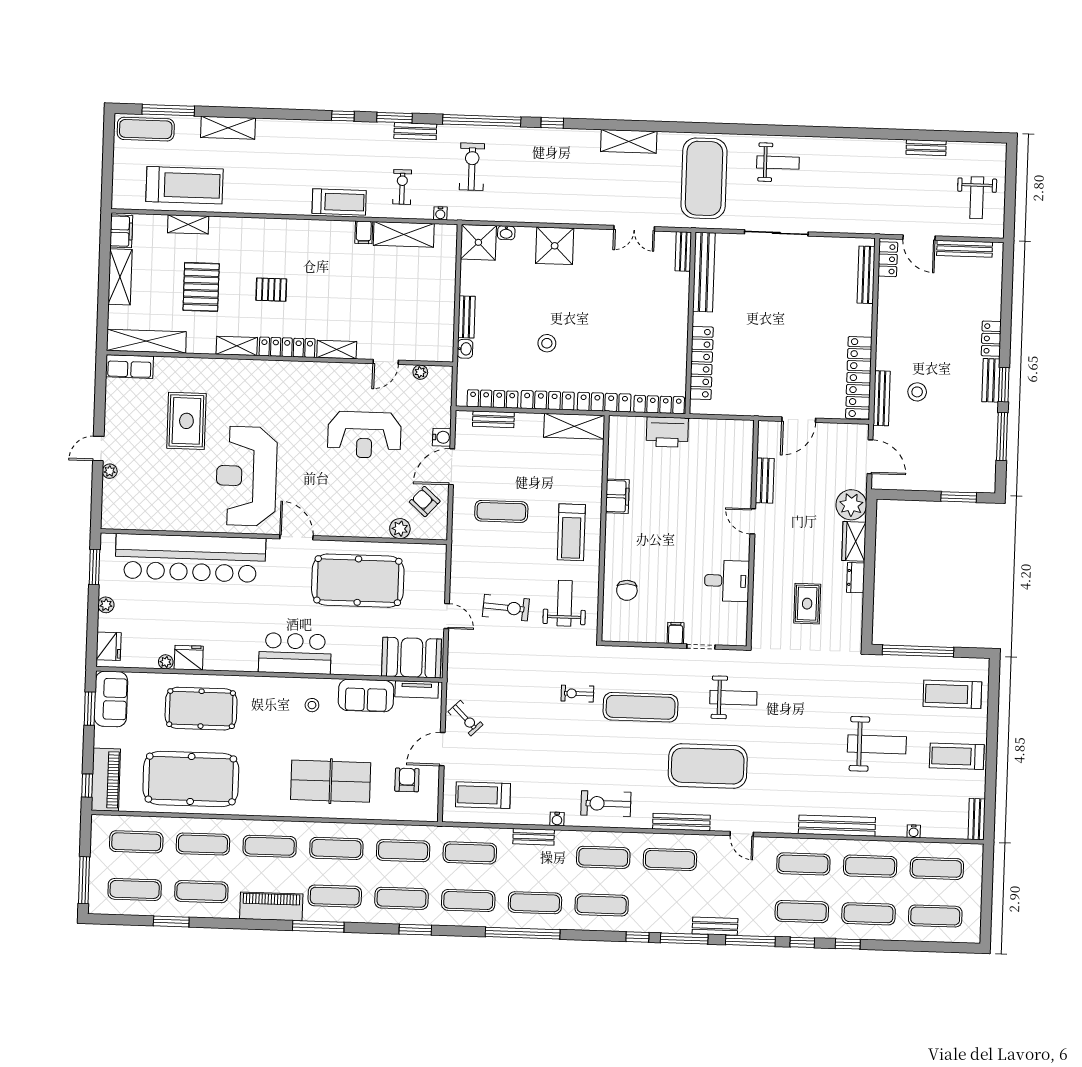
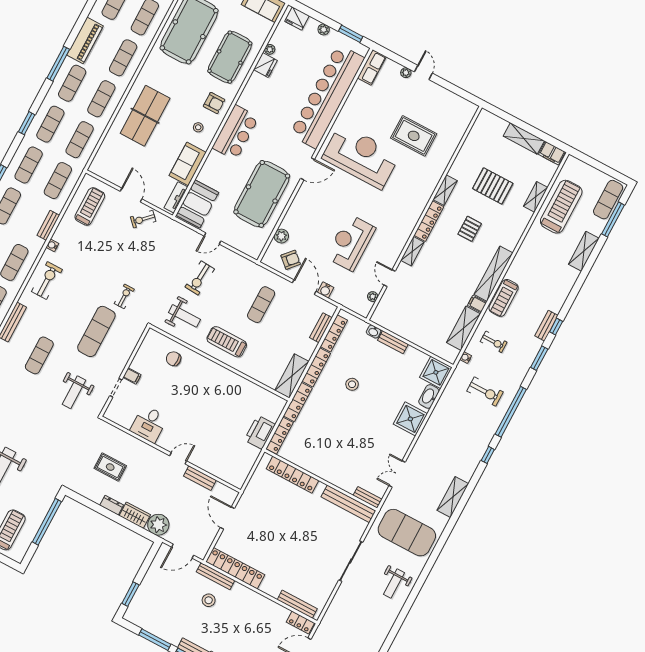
bench: (415, 131) -> (546, 326), moved
treadmill: (185, 185) -> (561, 207), turned 180
washbasin: (506, 233) -> (429, 396), width x1.91, depth x1.45
shelving: (146, 341) -> (494, 274), moved
row of seats: (129, 367) -> (372, 67), moved, turned 180
filing cabinet: (617, 496) -> (235, 381), removed
exercise mat: (708, 766) -> (39, 355), width x0.50, depth x0.69
armchair: (407, 780) -> (214, 103), moved

